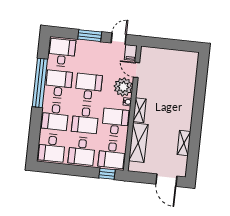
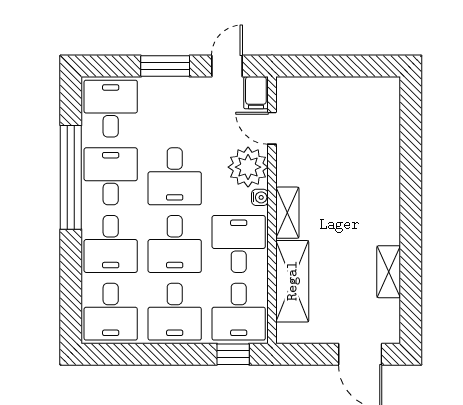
desk: (89, 88) -> (175, 176), turned 180

